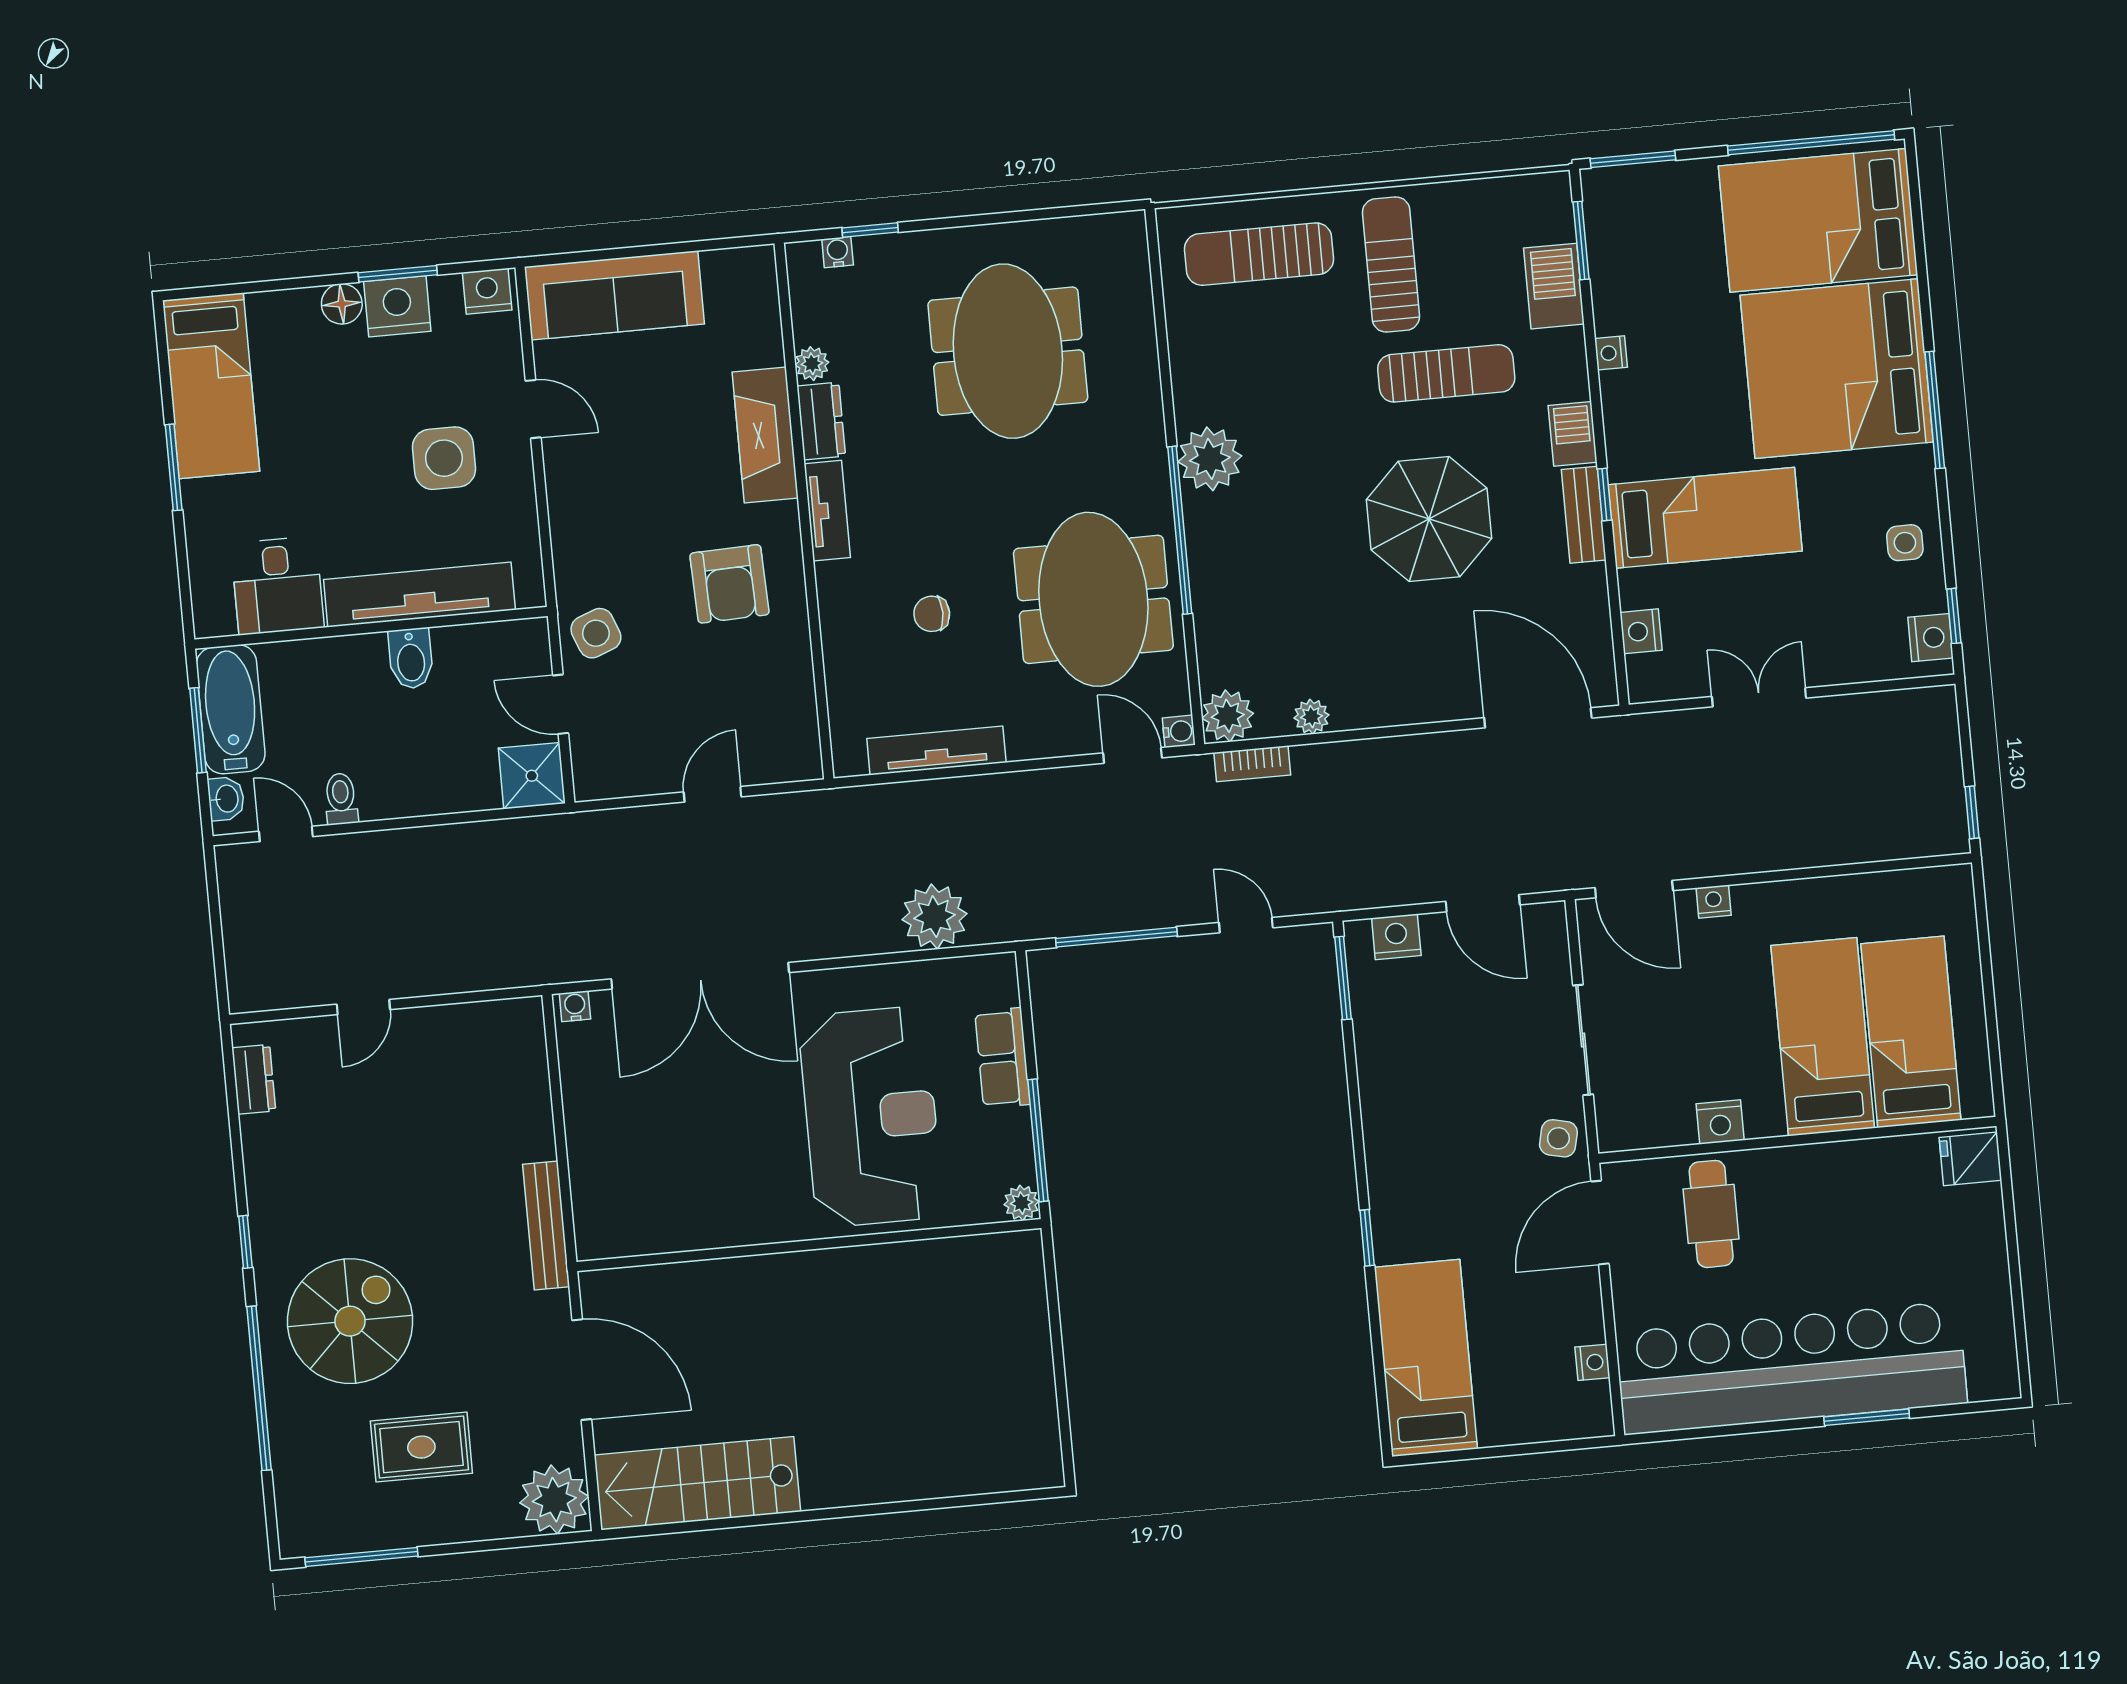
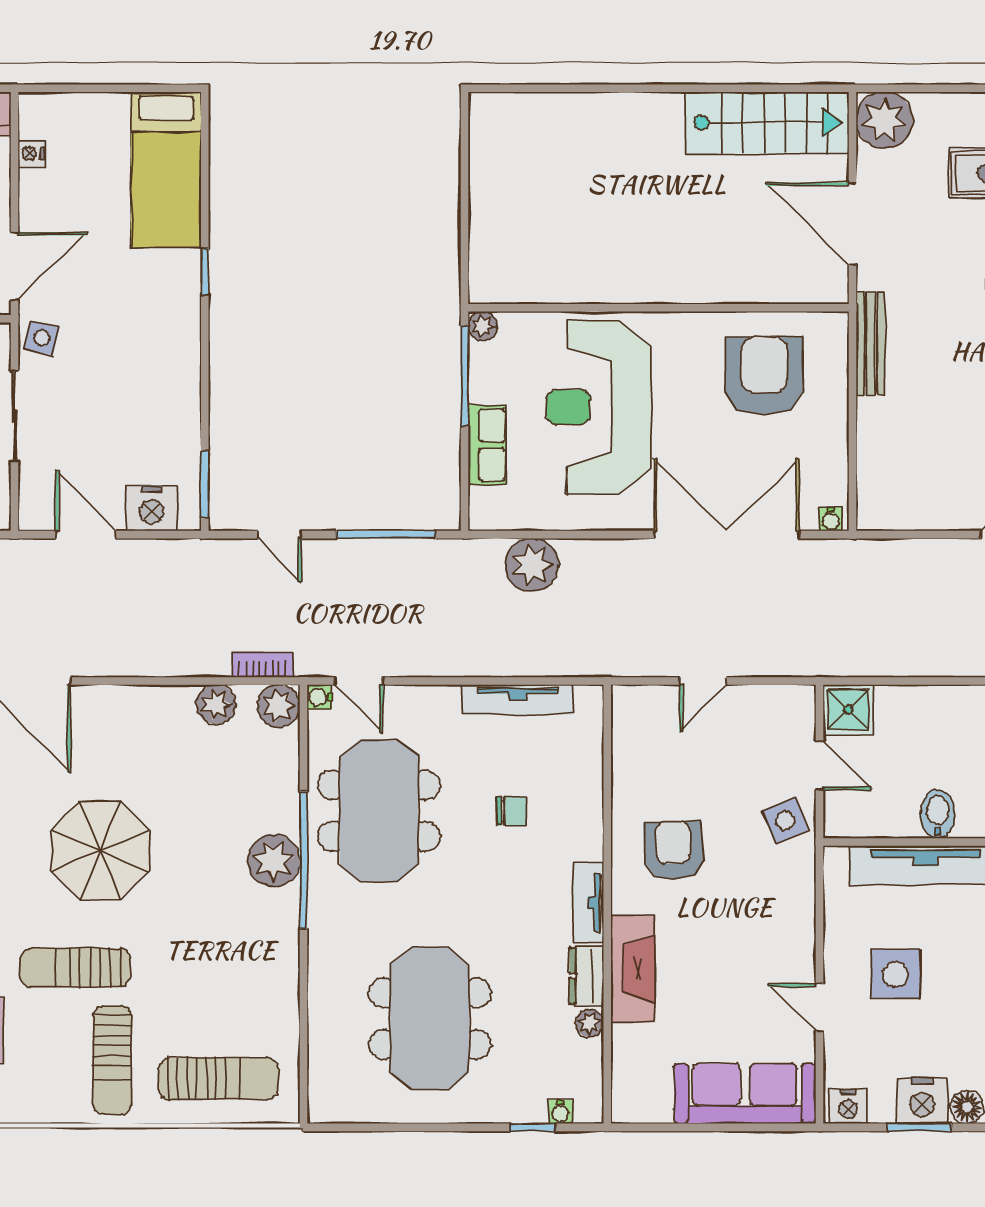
plant: (1210, 459) -> (274, 861), moved
plant: (1312, 717) -> (216, 704), width x1.38, depth x1.38
nightstand: (1396, 937) -> (152, 508), width x1.36, depth x1.33
armchair: (672, 1174) -> (764, 376), added

